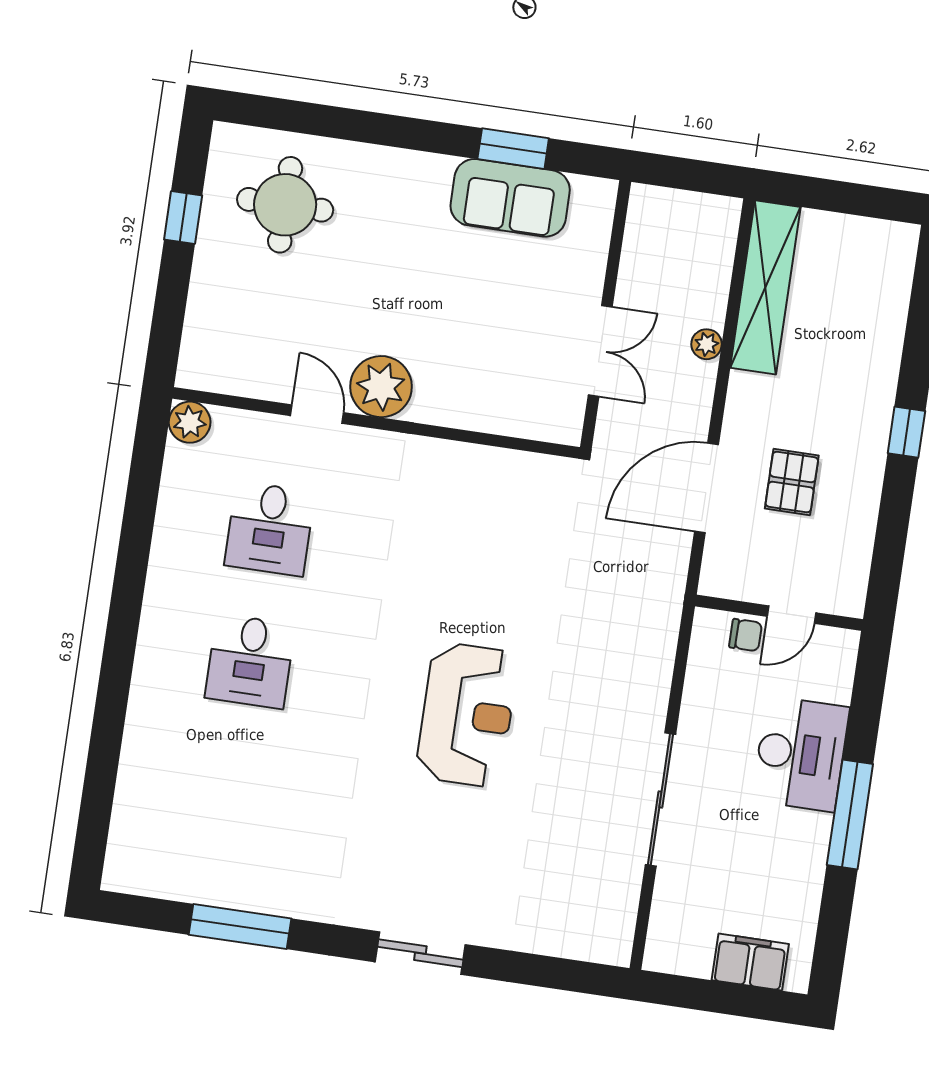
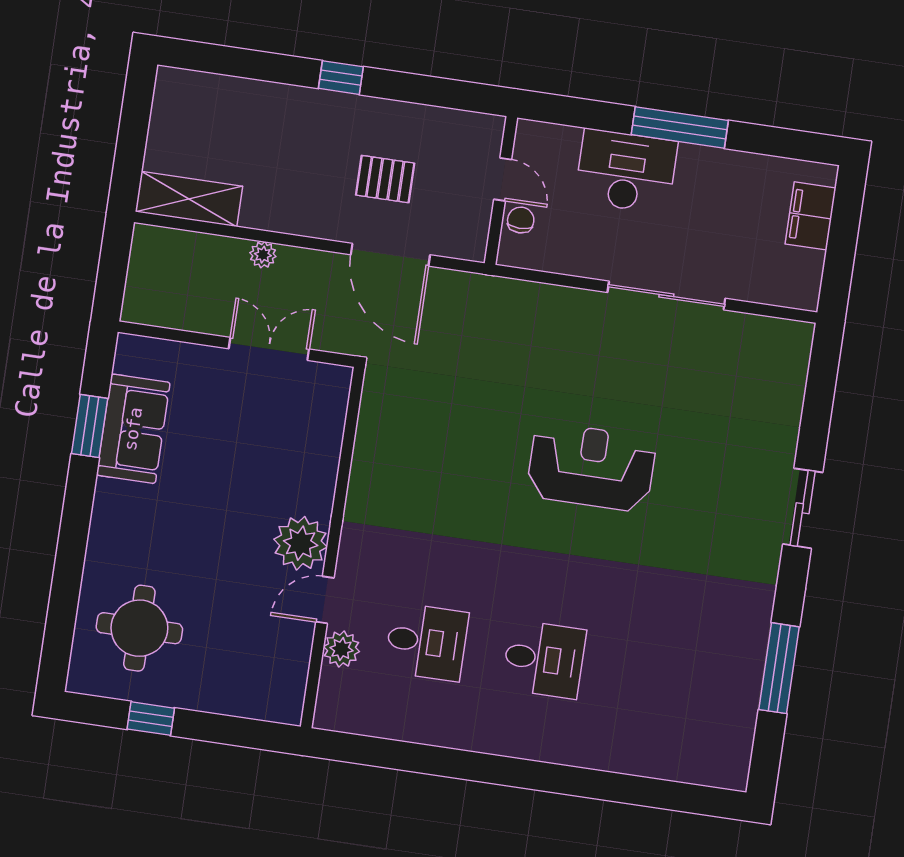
shelving: (765, 287) -> (189, 199), width x0.68
plant: (190, 422) -> (341, 649), moved

